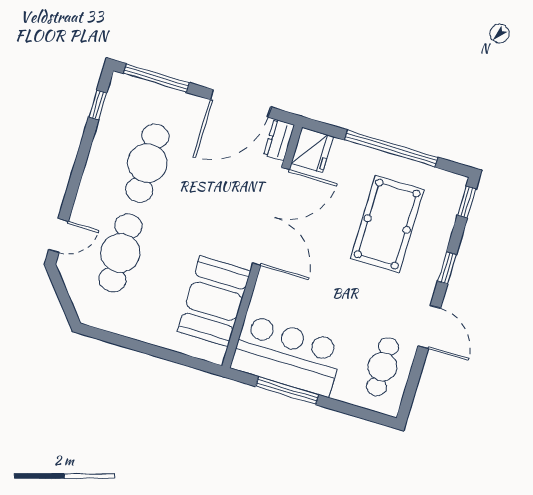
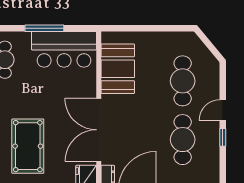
window: (98, 105) -> (223, 137), moved
door: (59, 235) -> (223, 110), moved
window: (287, 391) -> (44, 28), moved

